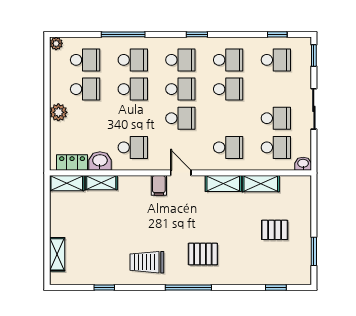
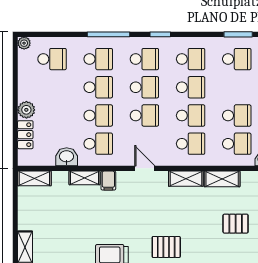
window: (123, 34) -> (108, 34), moved
window: (277, 34) -> (238, 34), width x1.50
school desk: (85, 89) -> (98, 115), moved
school desk: (228, 118) -> (191, 115), added
locker: (72, 163) -> (25, 135), moved, turned 90
shelving: (101, 183) -> (84, 178), moved
filing cabinet: (159, 185) -> (108, 181), moved

